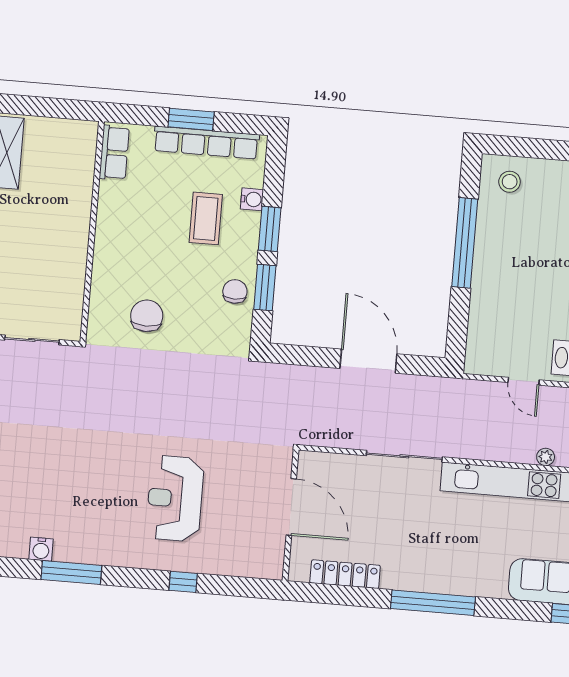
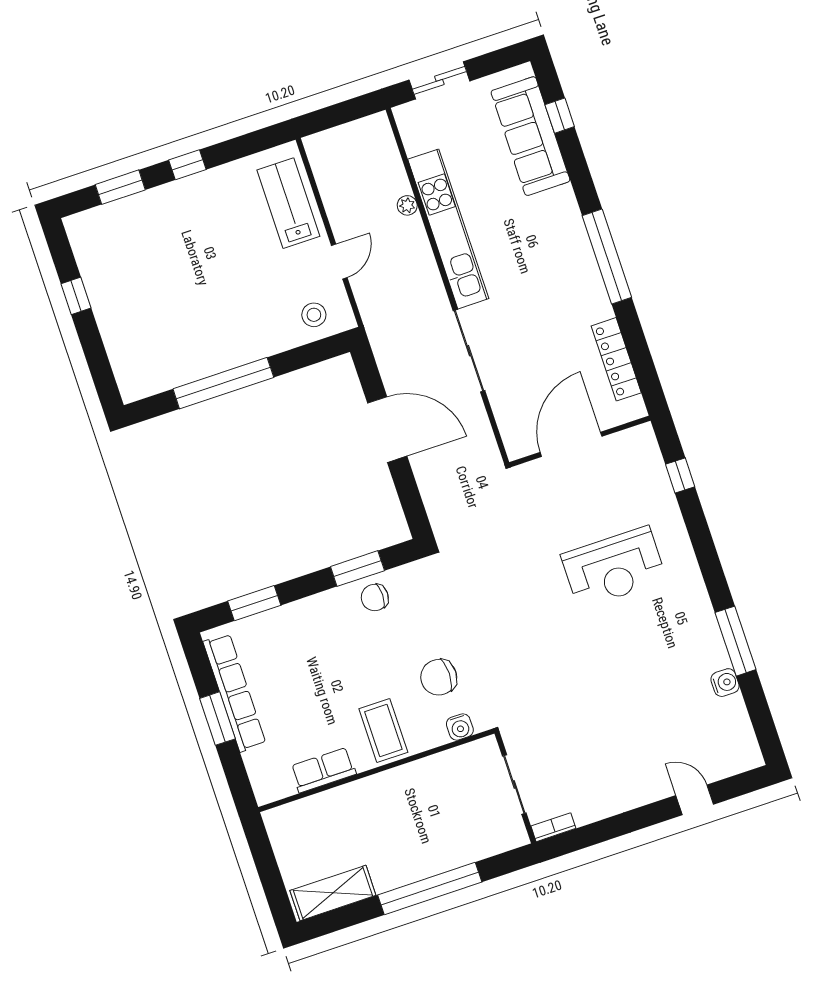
row of seats: (114, 153) -> (323, 770), moved
stool: (510, 182) -> (314, 315), moved
water cooler: (252, 199) -> (460, 727), moved, turned 180
coffee table: (206, 218) -> (383, 731), moved, turned 90
window: (270, 229) -> (254, 603), moved
door: (368, 361) -> (387, 430), swing flipped
window: (183, 582) -> (680, 475), moved

